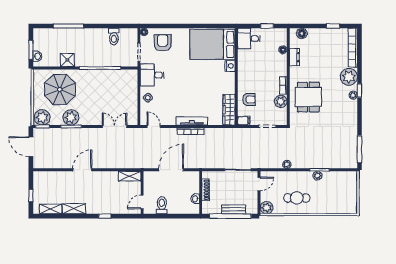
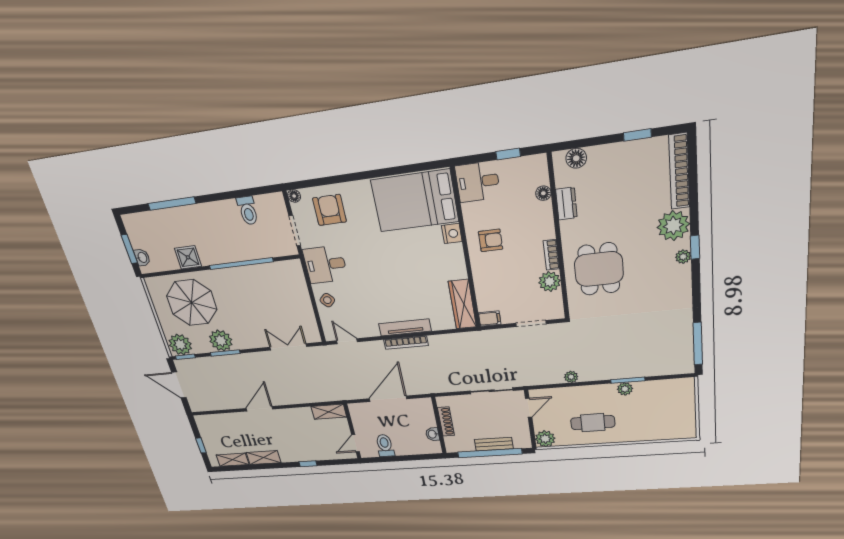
armchair: (249, 100) -> (491, 240), moved

